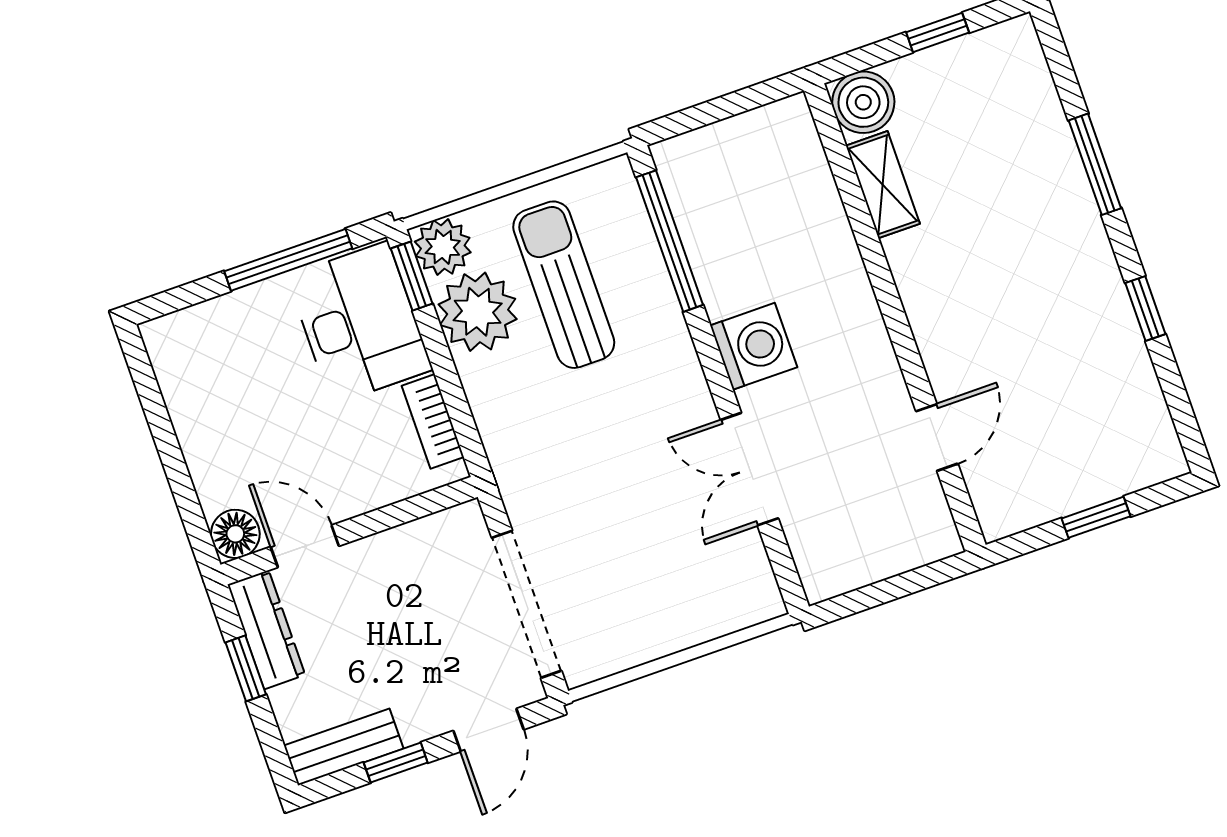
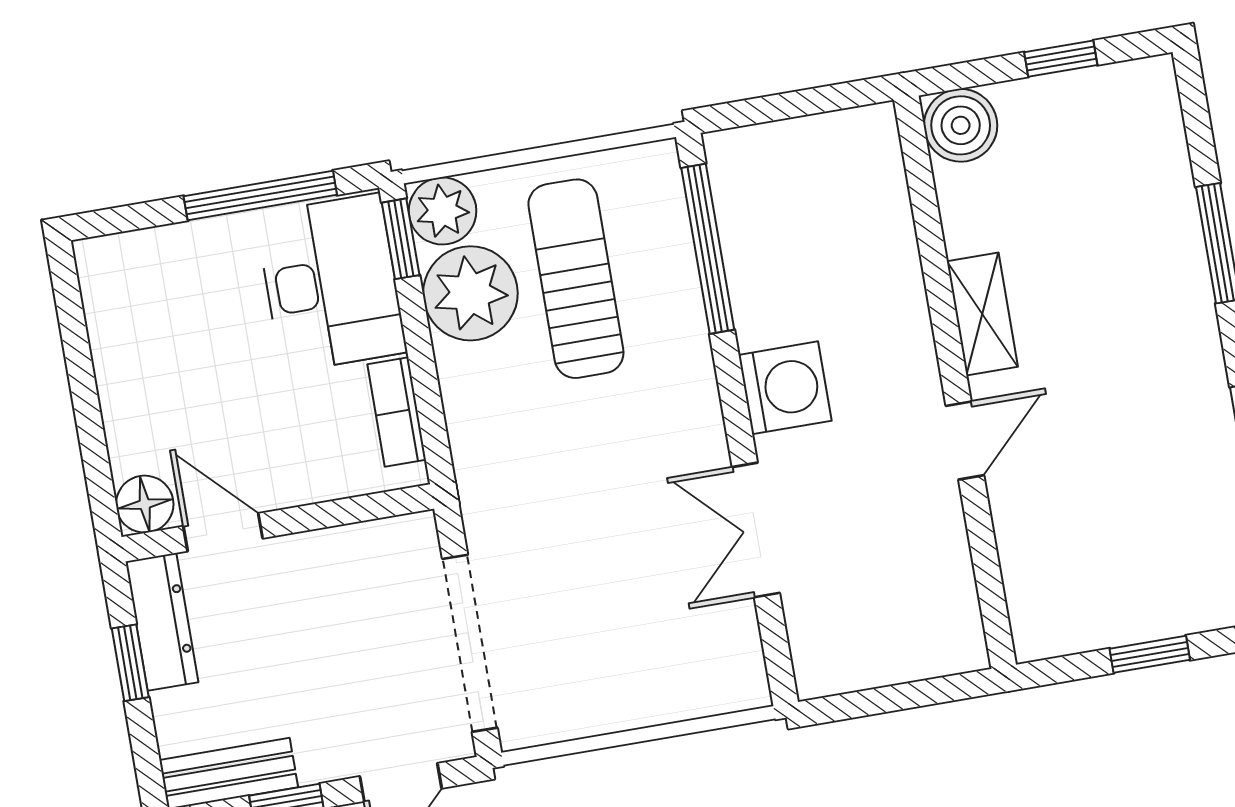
shelving: (883, 185) -> (982, 314), moved
door: (937, 437) -> (965, 441), moved

